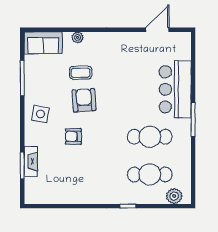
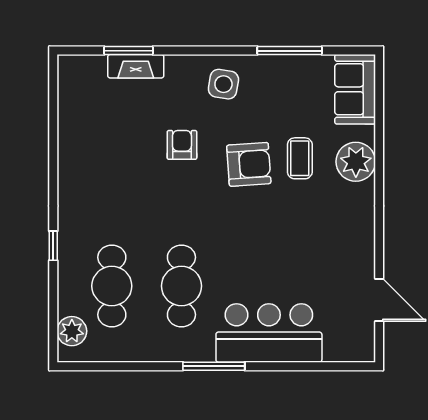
plant: (78, 37) -> (356, 162), width x1.87, depth x1.87

